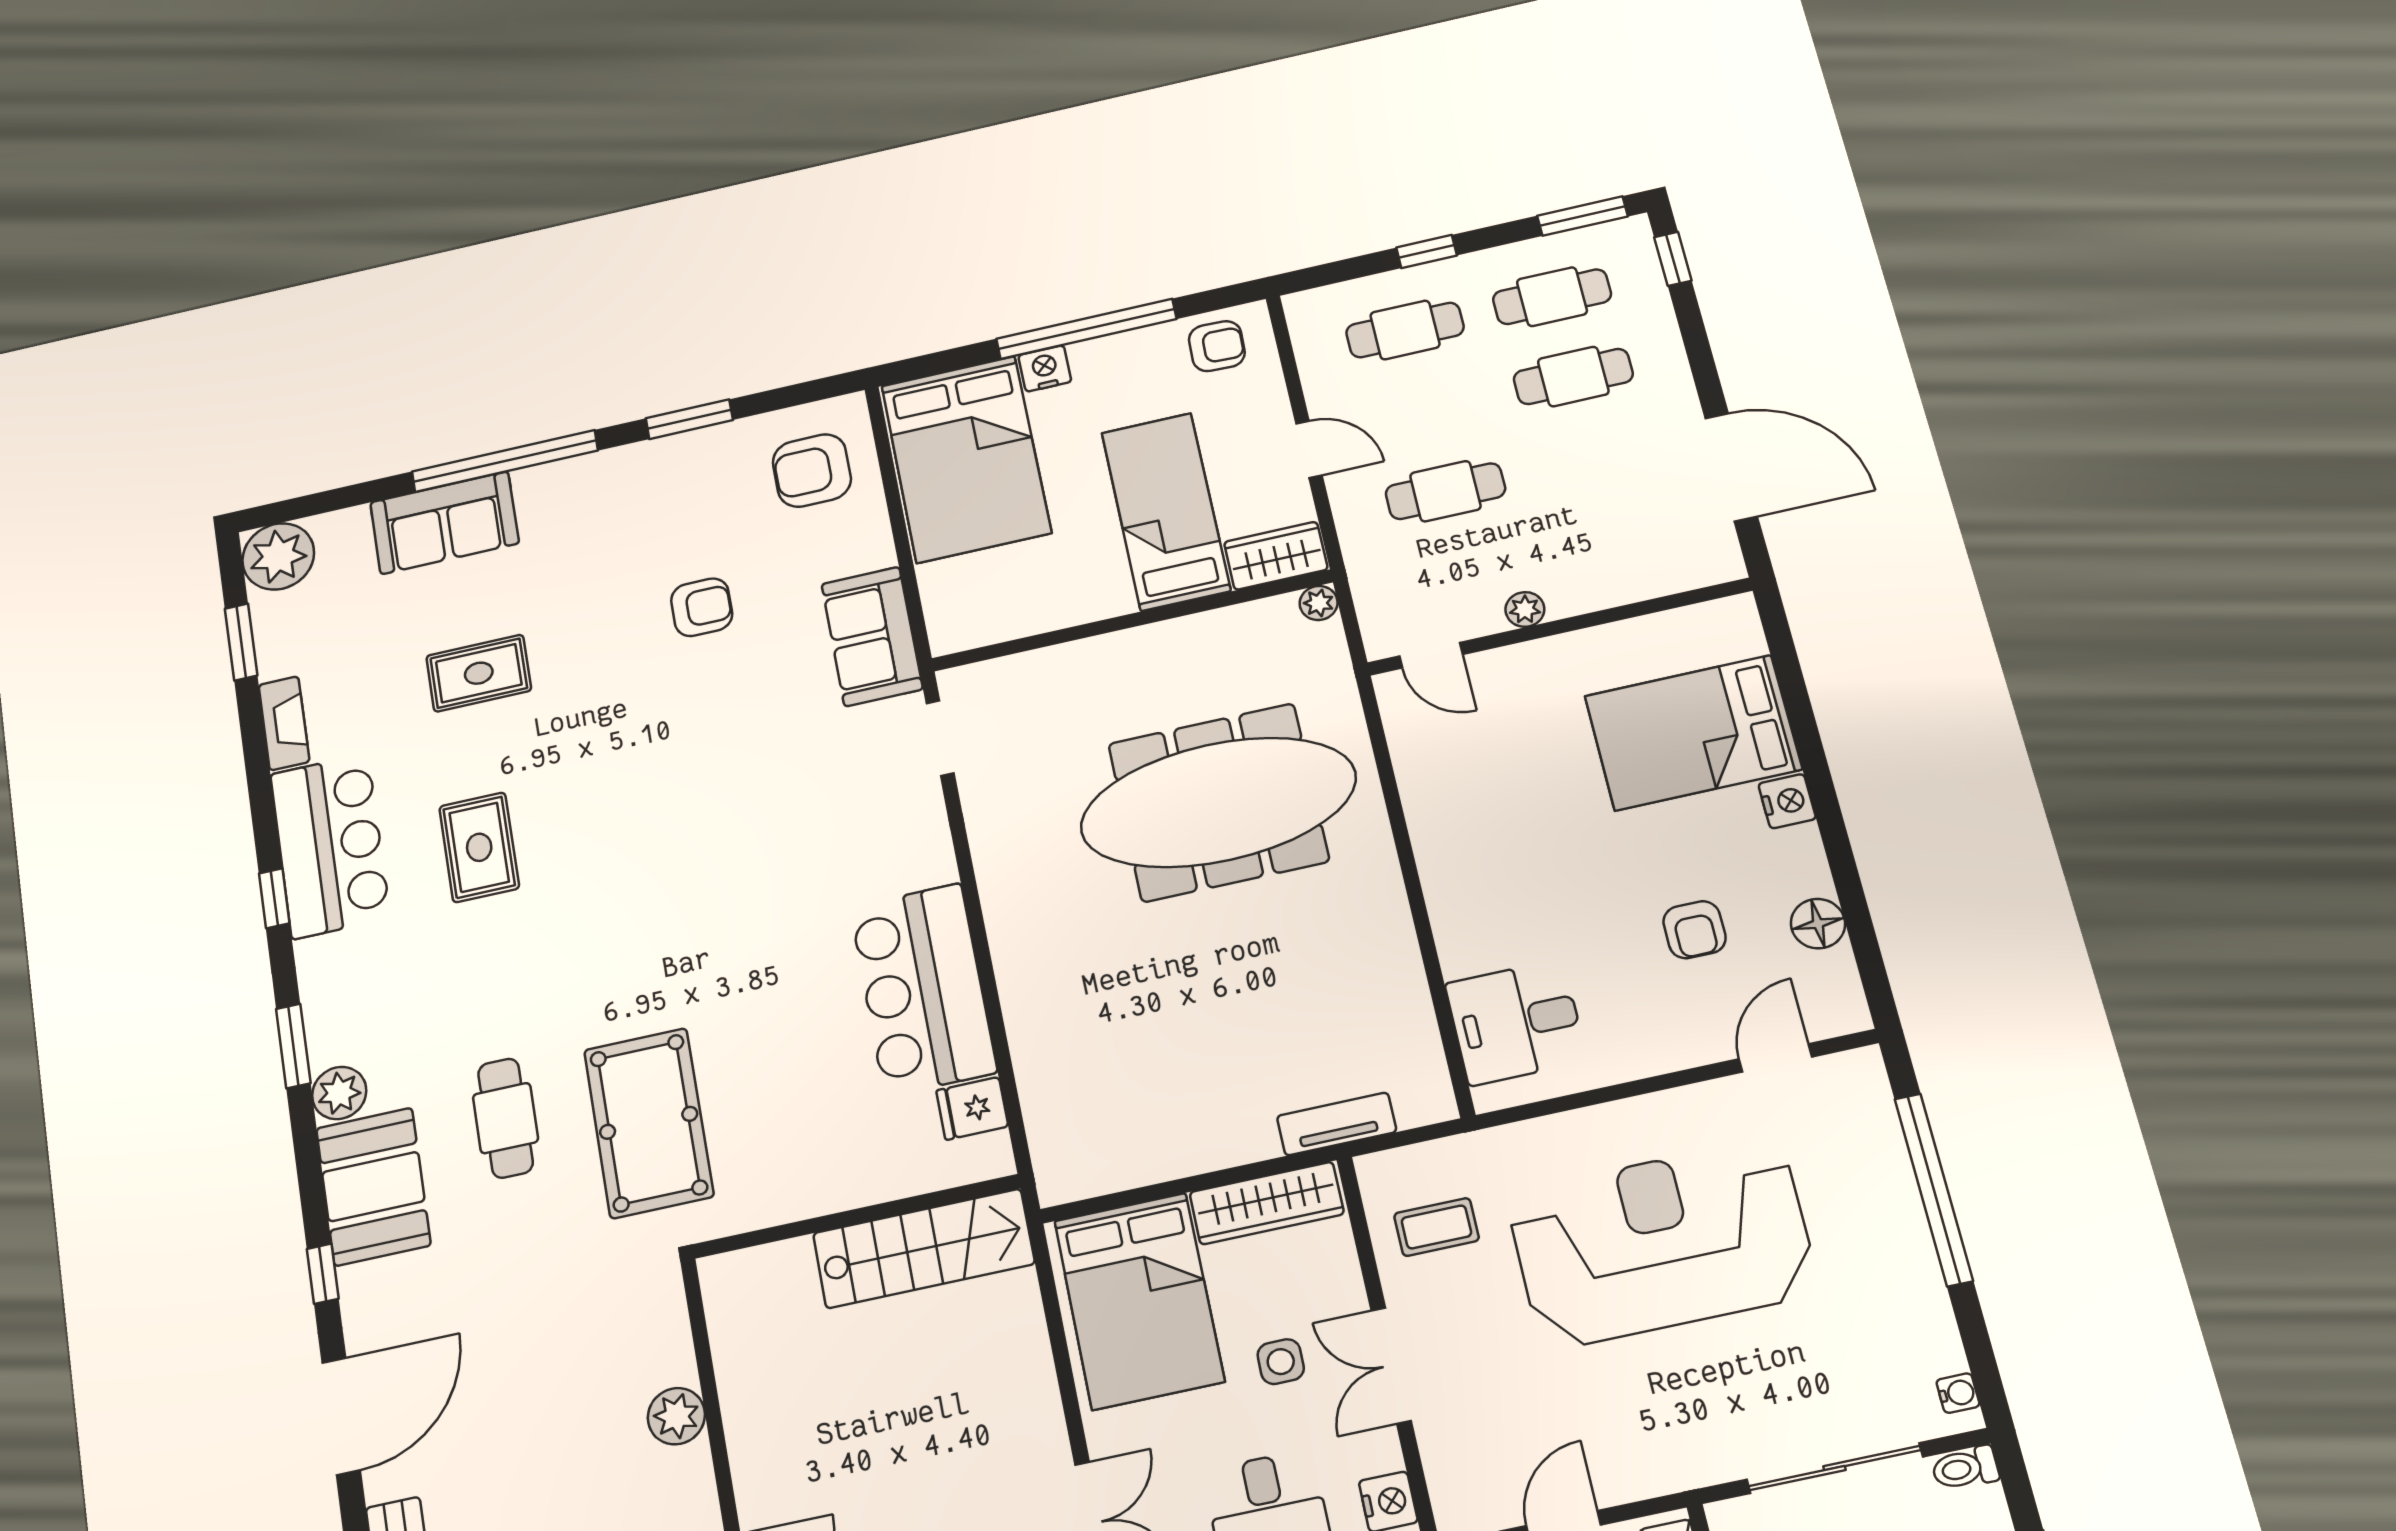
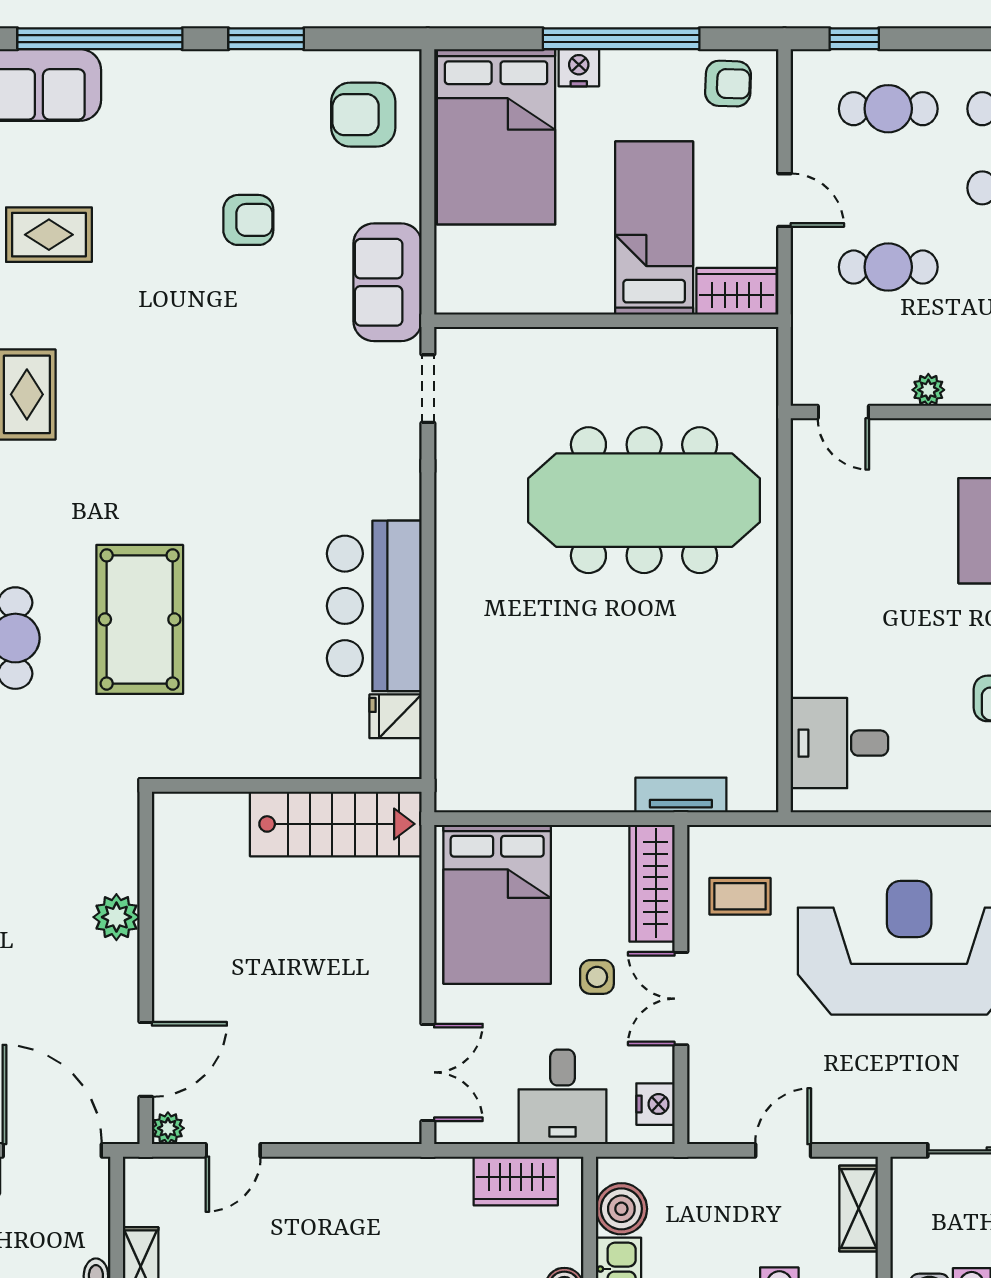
window: (1427, 252) -> (854, 39), moved
plant: (1319, 603) -> (763, 343), removed
pool table: (649, 1123) -> (140, 619), moved
wardrobe: (1267, 1203) -> (652, 883), moved, turned 90

